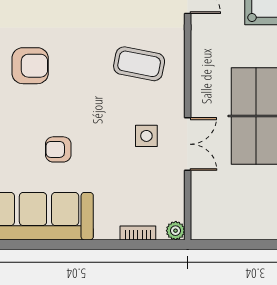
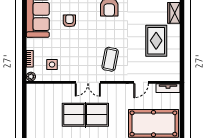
side table: (146, 136) -> (52, 65), moved
double door: (188, 144) -> (88, 82), moved

